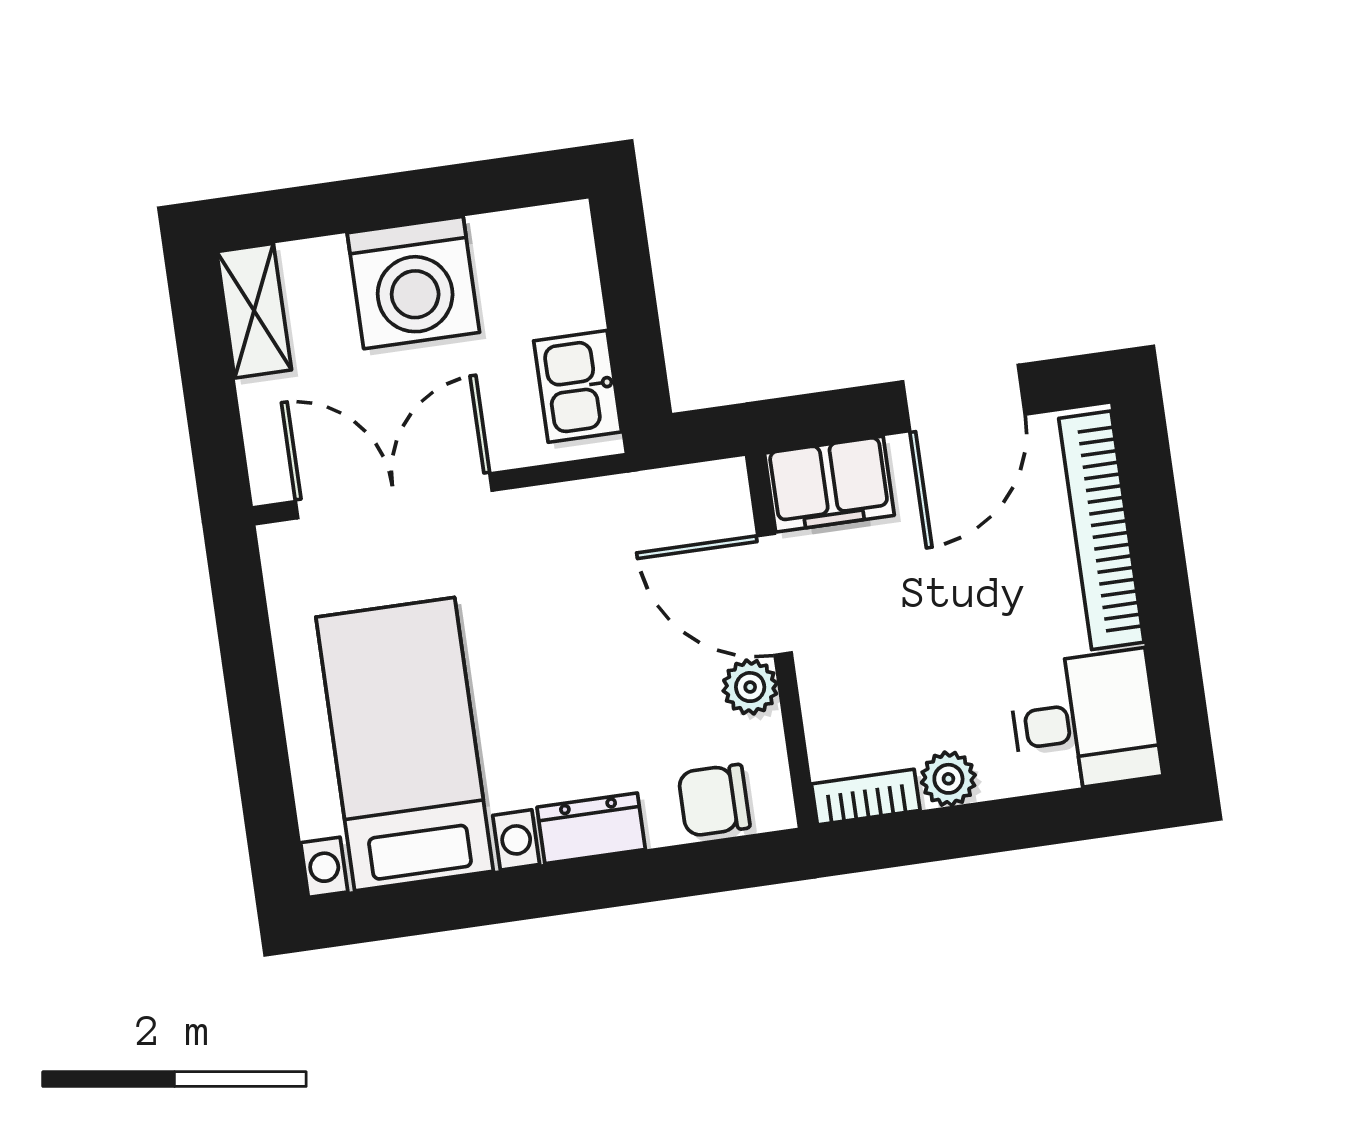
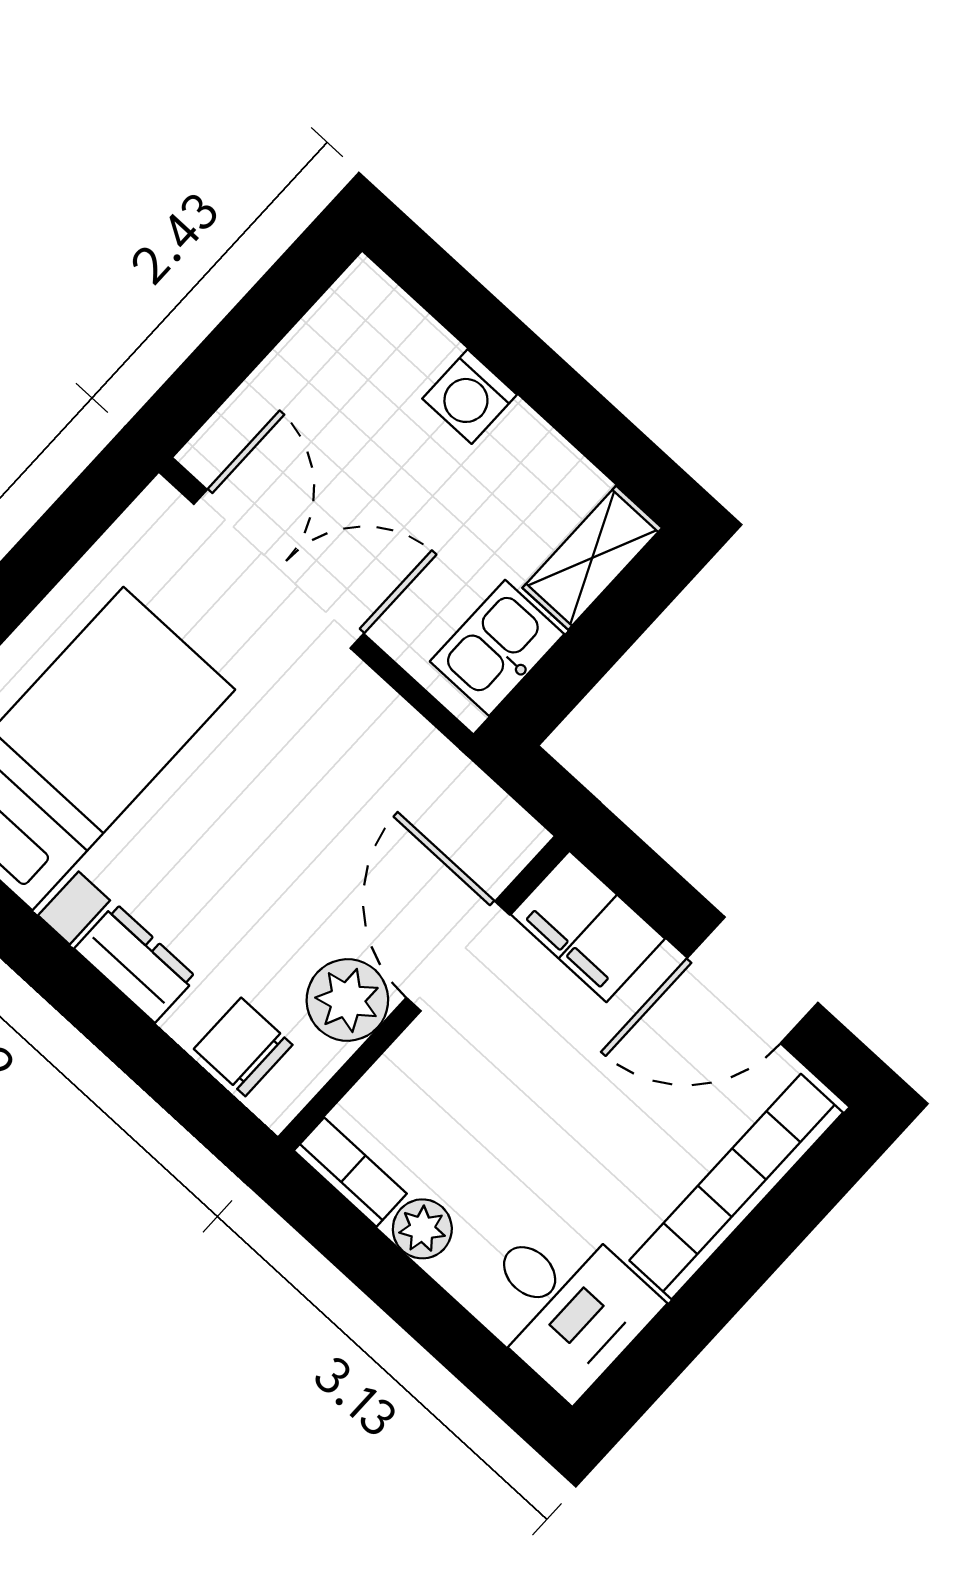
washing machine: (413, 283) -> (470, 397), width x0.53, depth x0.53
shelving: (254, 311) -> (592, 558), moved
plant: (750, 687) -> (347, 1000), width x1.38, depth x1.38

